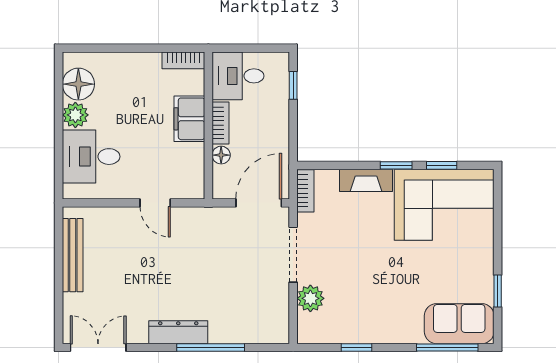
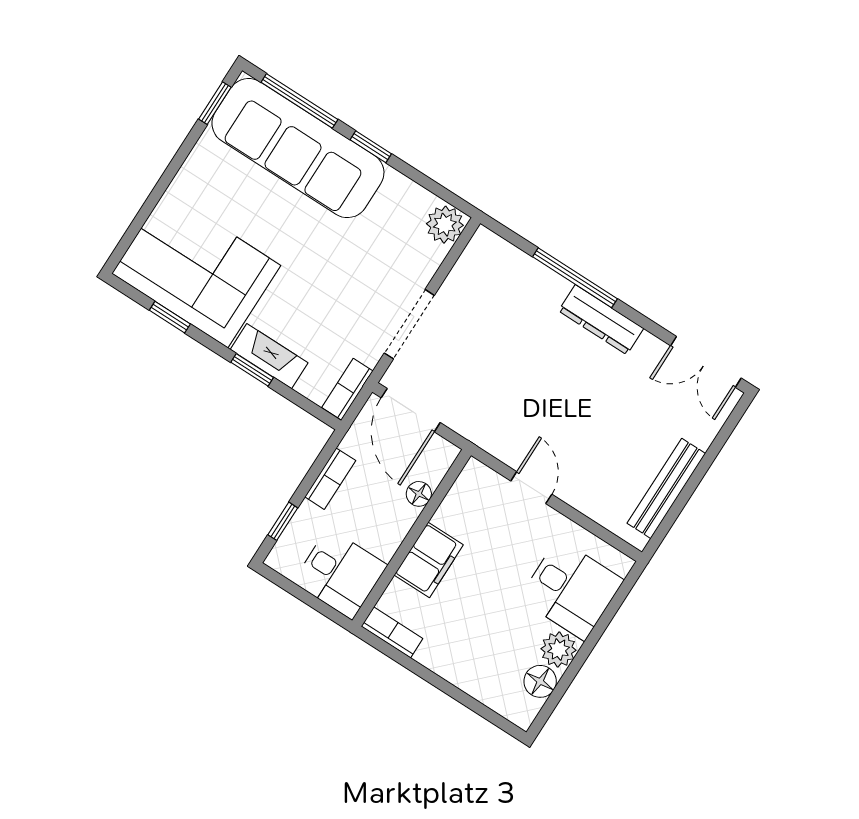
floor lamp: (78, 84) -> (540, 681), width x0.73, depth x0.73
bookcase: (221, 123) -> (330, 479), moved, turned 180
window: (396, 165) -> (252, 370), moved
door: (259, 203) -> (411, 410), hinge flipped
window: (498, 291) -> (215, 103), moved
plant: (310, 298) -> (445, 225), moved
sofa: (459, 324) -> (298, 148), width x1.85, depth x1.27
window: (357, 348) -> (371, 147), moved

